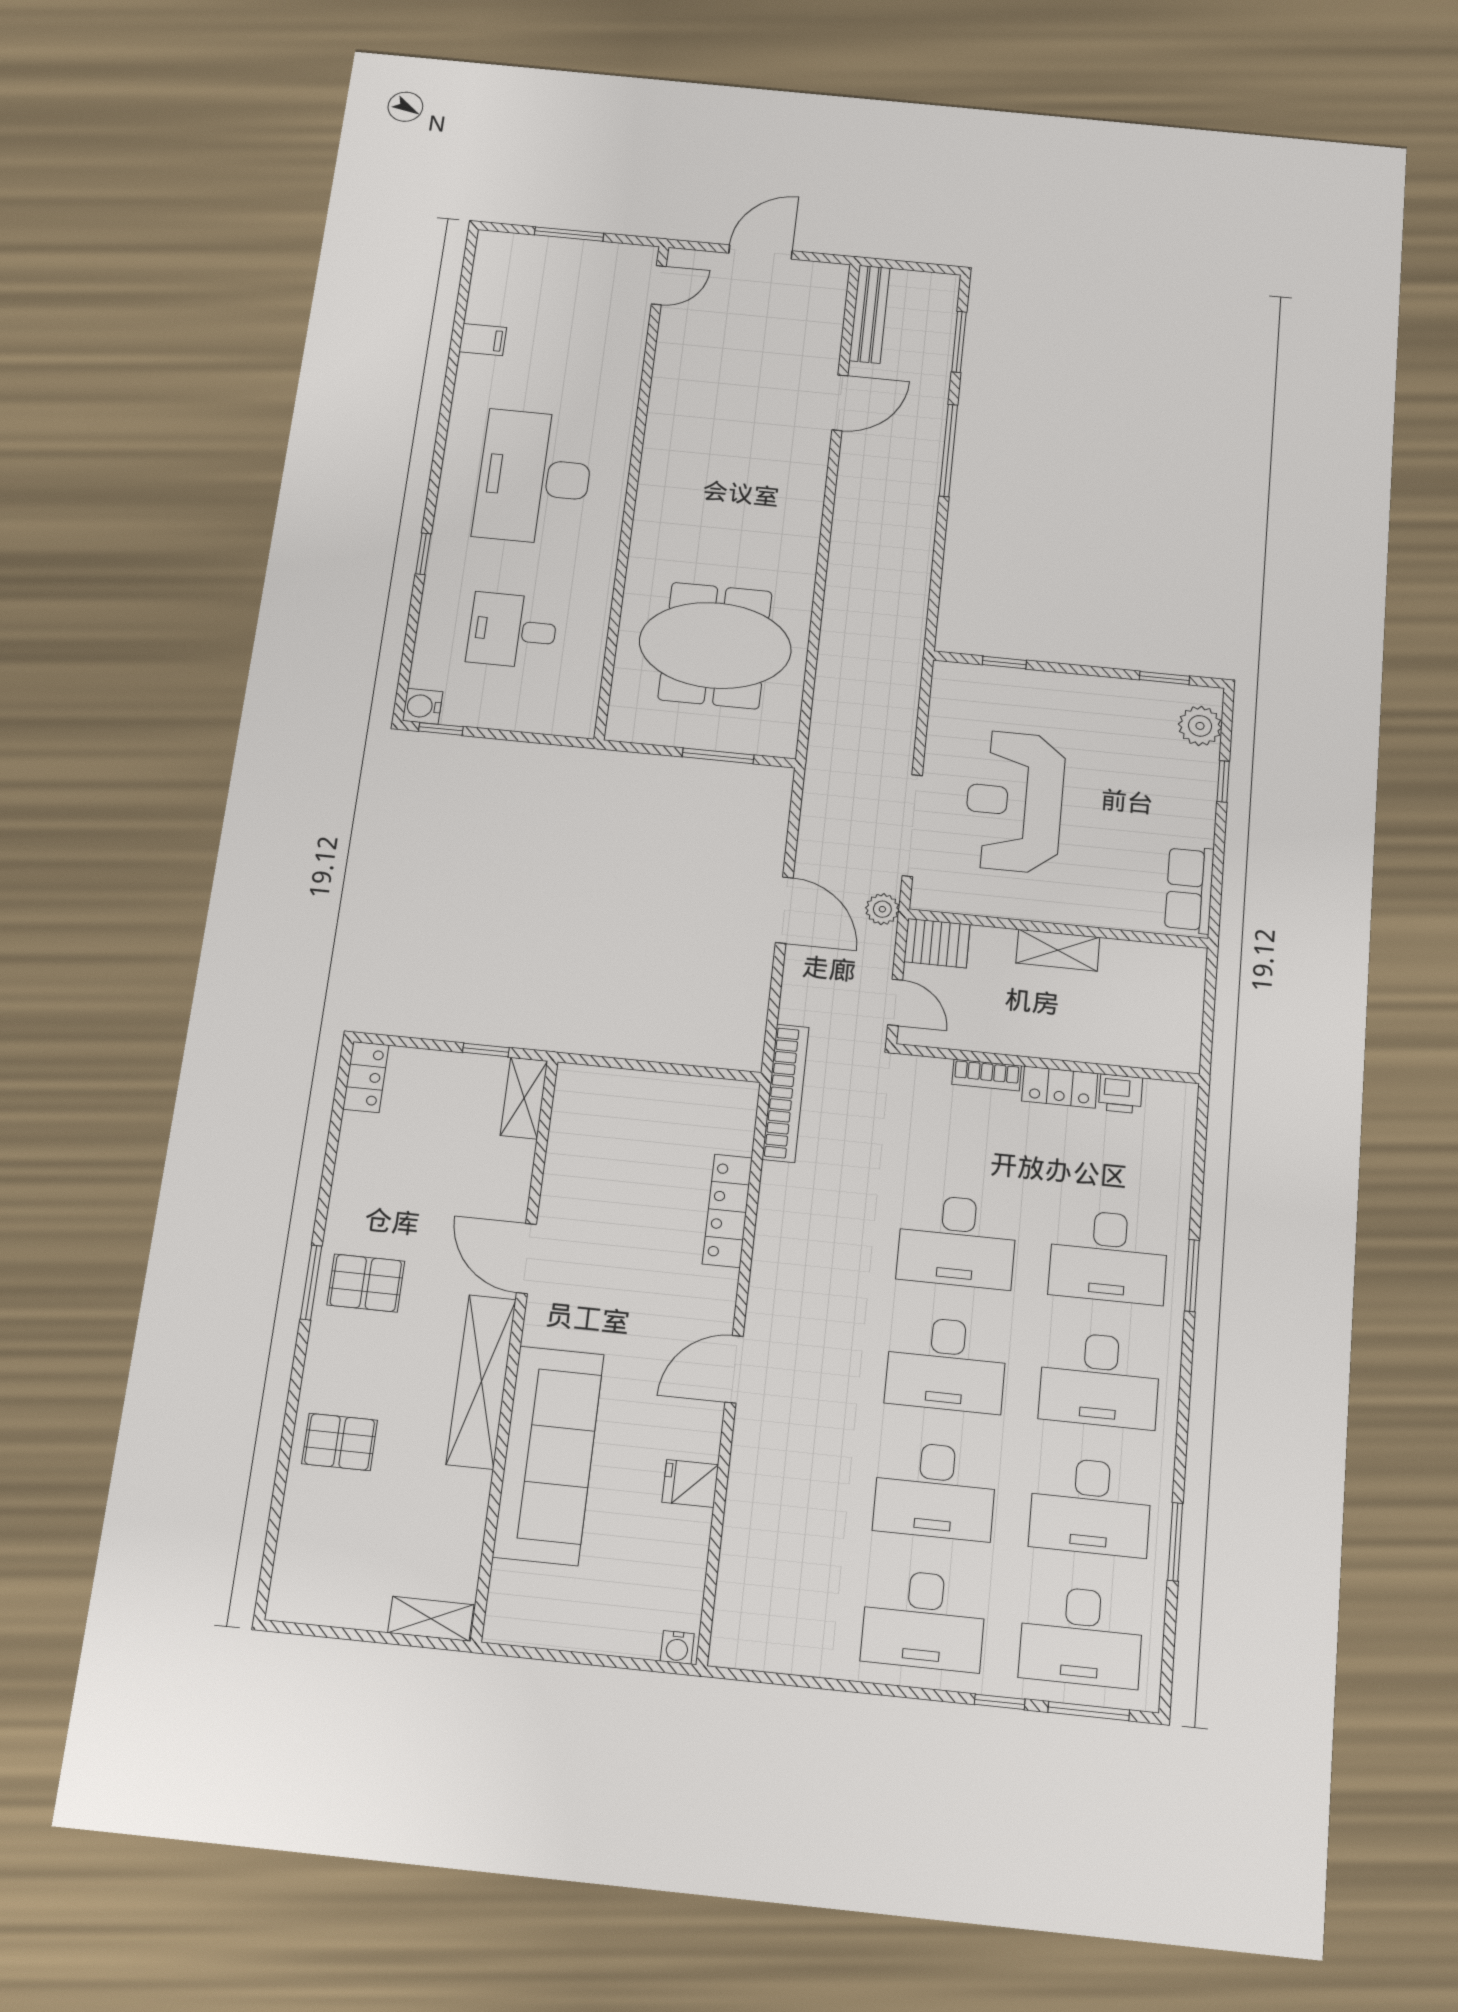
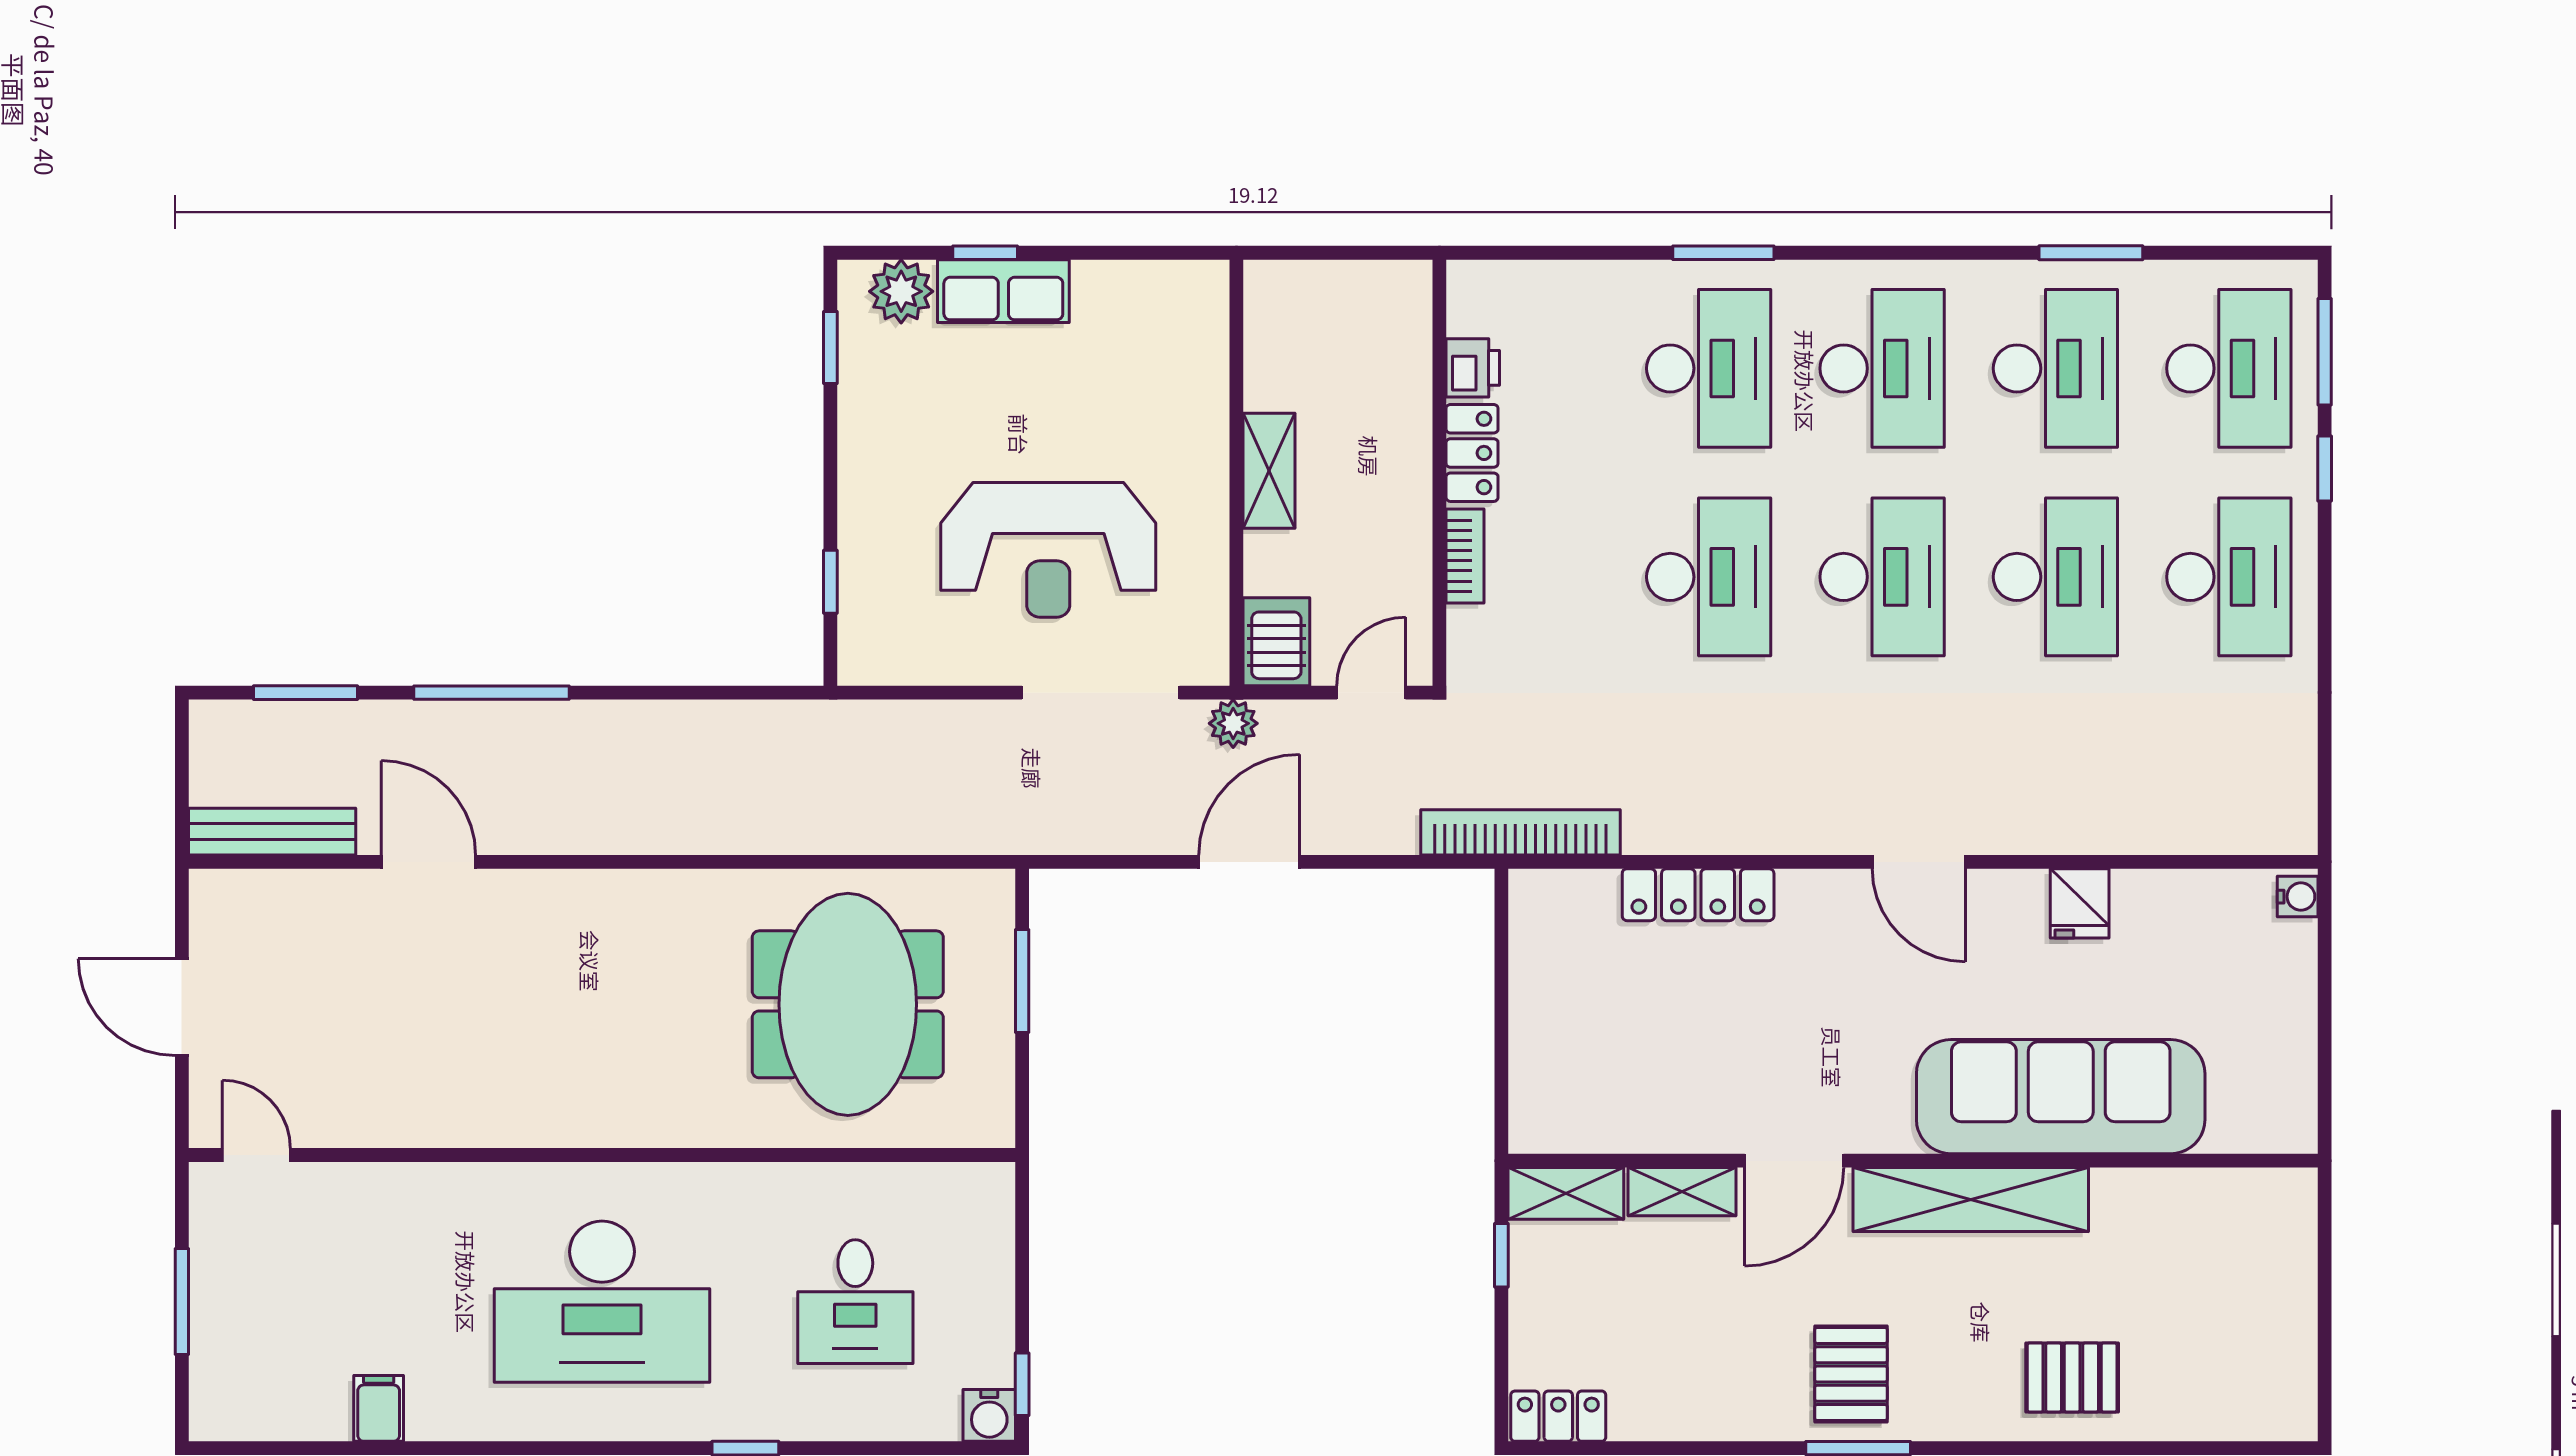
row of seats: (1189, 889) -> (1003, 291), moved
pallet: (340, 1442) -> (2072, 1377), turned 90
shelving: (431, 1619) -> (1682, 1192), moved, turned 90

